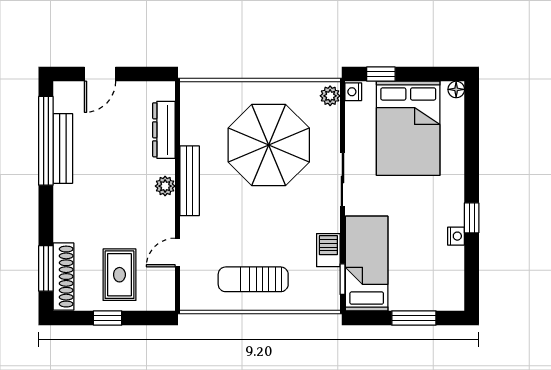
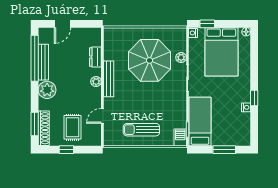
plant: (330, 96) -> (181, 57), moved
dresser: (164, 130) -> (95, 57), width x0.70
plant: (70, 202) -> (47, 90), added
barbecue: (328, 250) -> (180, 137), moved

